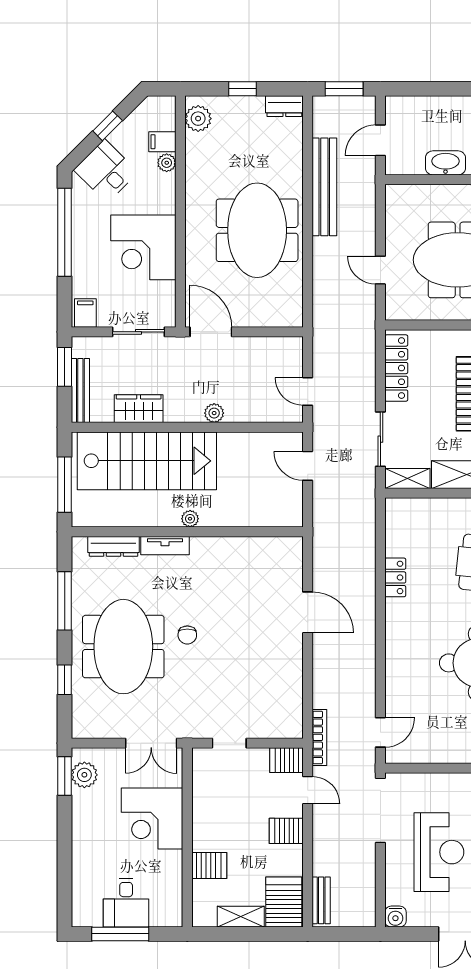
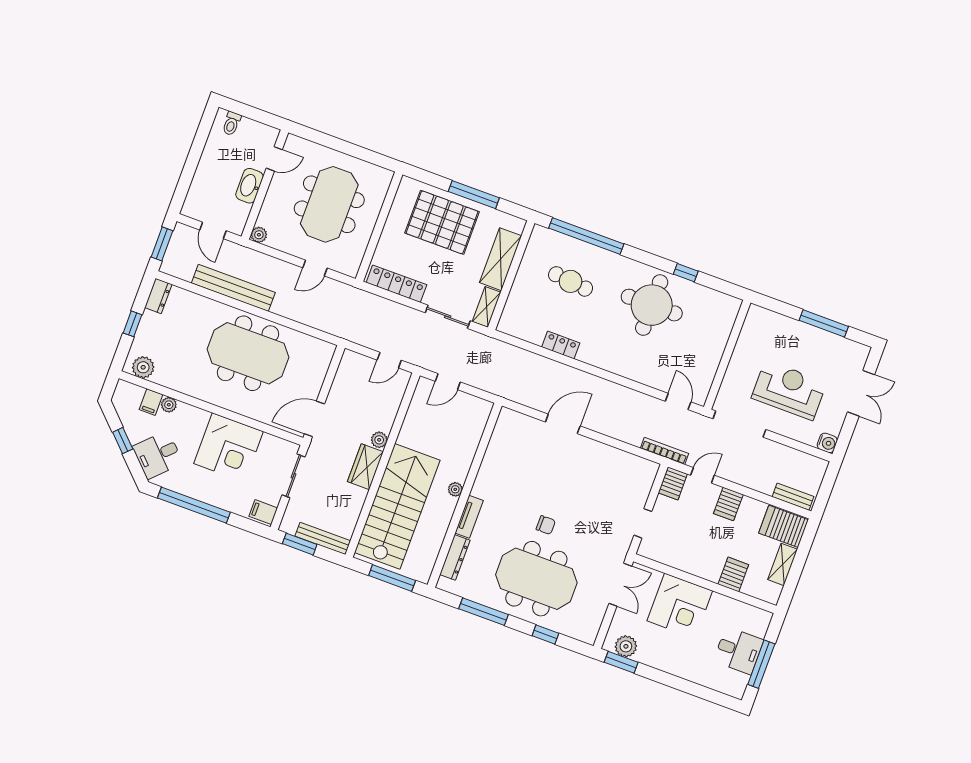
plant: (394, 194) -> (259, 235), added
wardrobe: (139, 409) -> (365, 467), moved

